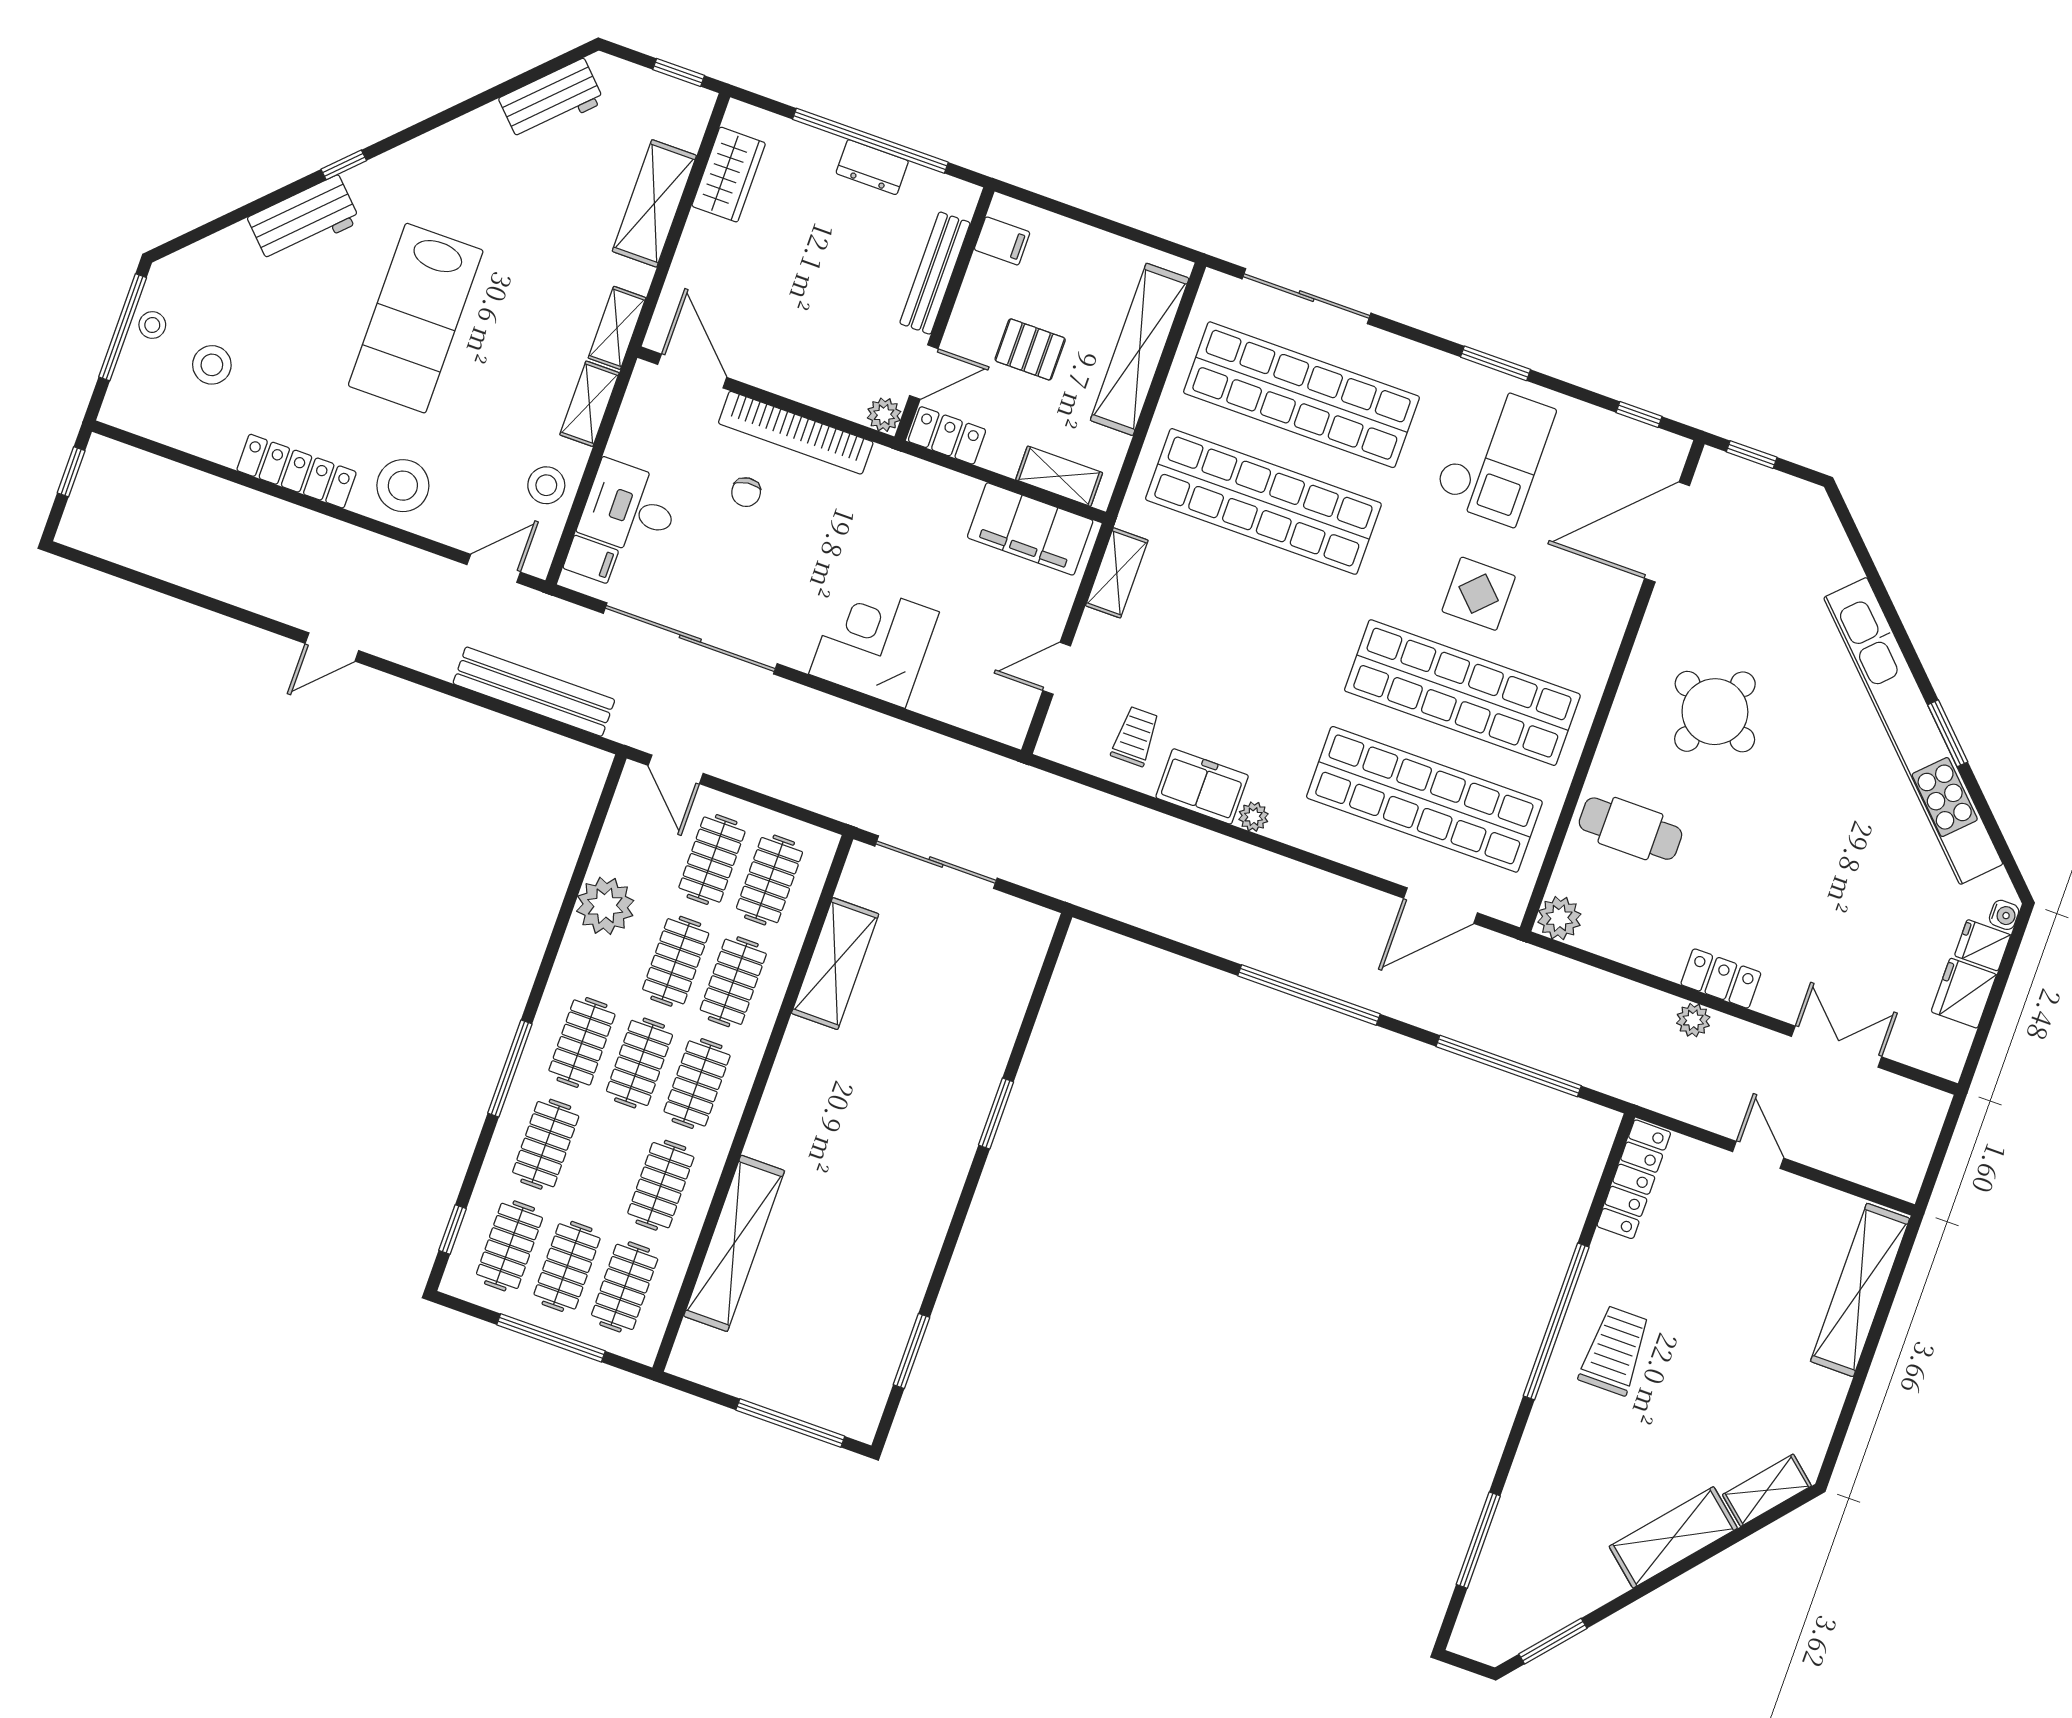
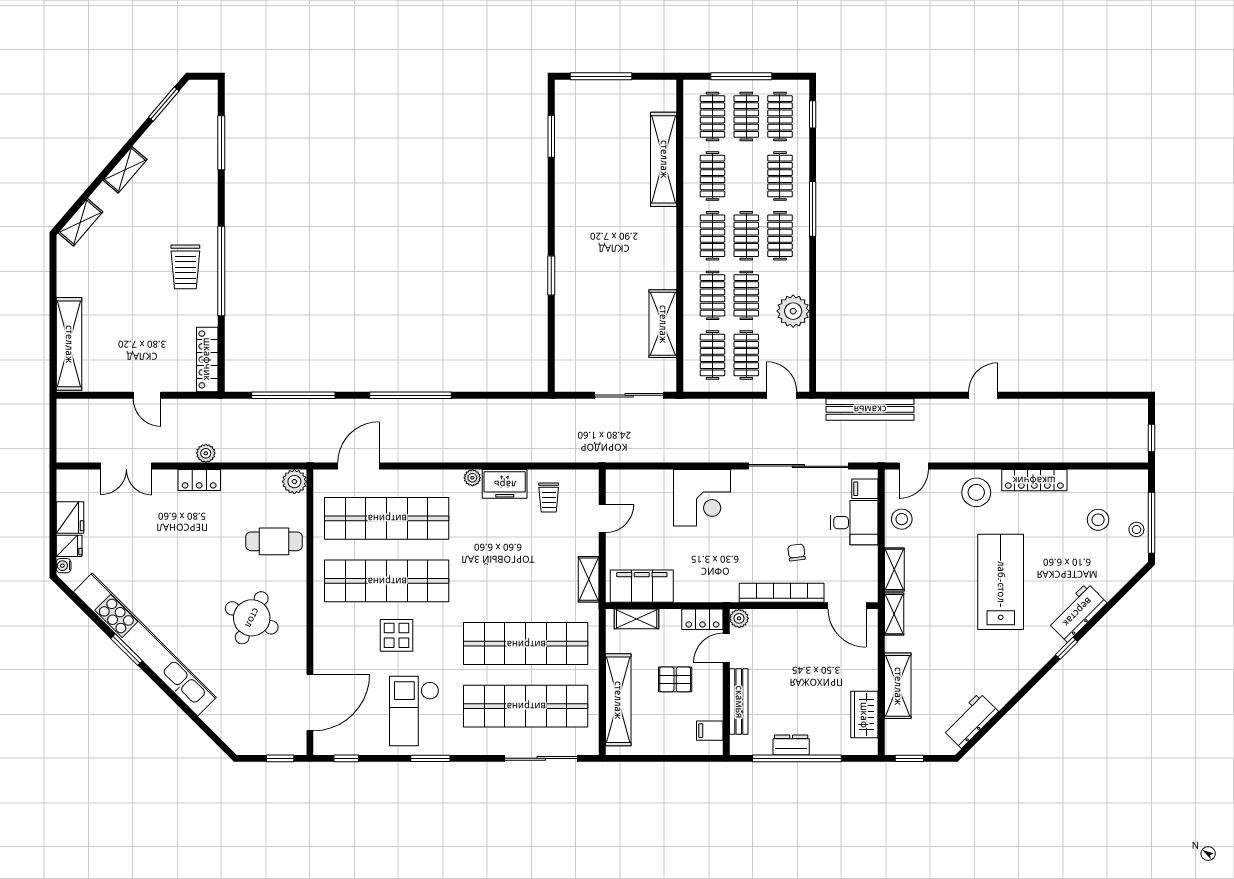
shelving: (1673, 1537) -> (125, 170), width x0.67, depth x0.75

